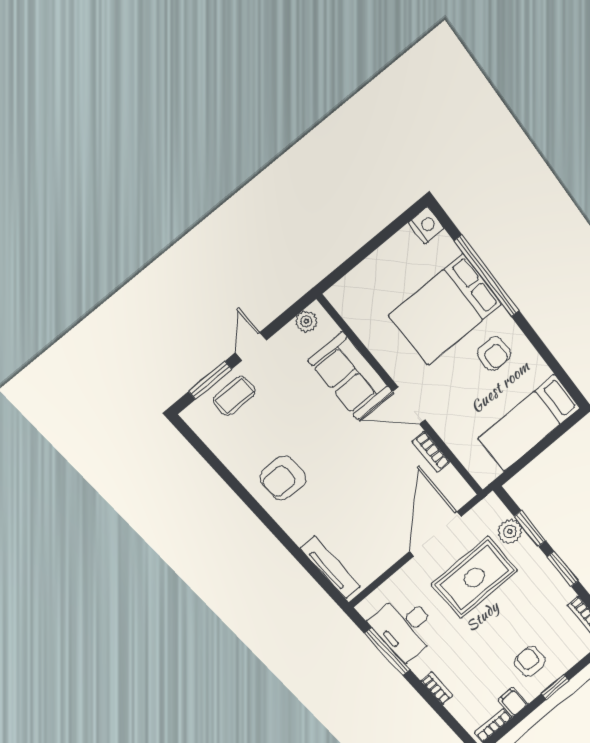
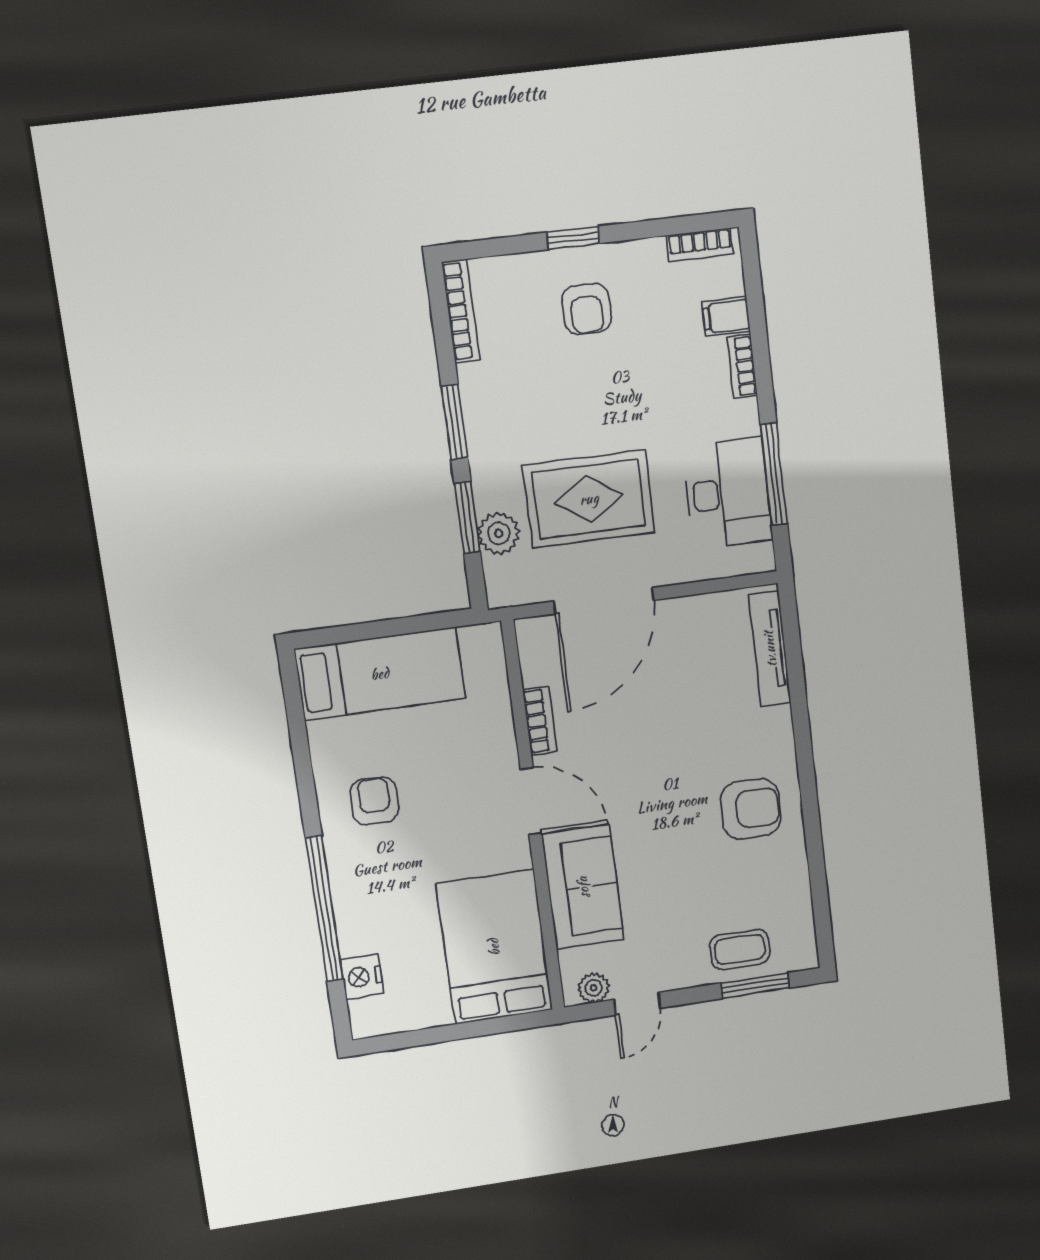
nightstand: (426, 225) -> (362, 977), moved
bed: (446, 310) -> (494, 947), moved, turned -90
door: (251, 346) -> (637, 1004), moved
filing cabinet: (513, 702) -> (726, 317), moved, turned 90

